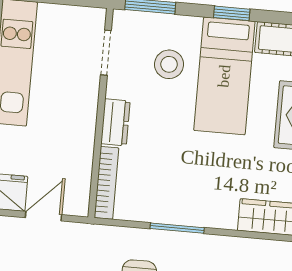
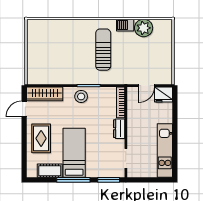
window: (232, 13) -> (73, 180), width x2.17
stool: (169, 64) -> (81, 96), moved

